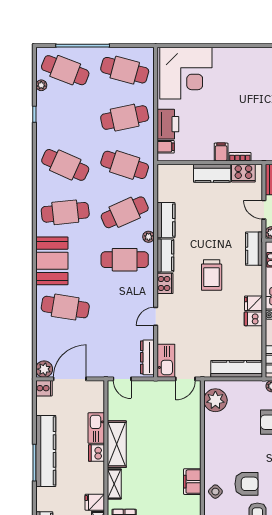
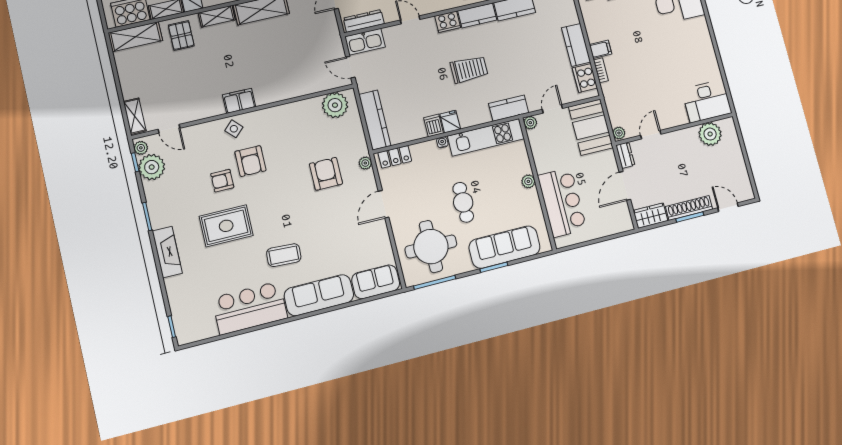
trolley: (212, 275) -> (469, 69), turned 180

